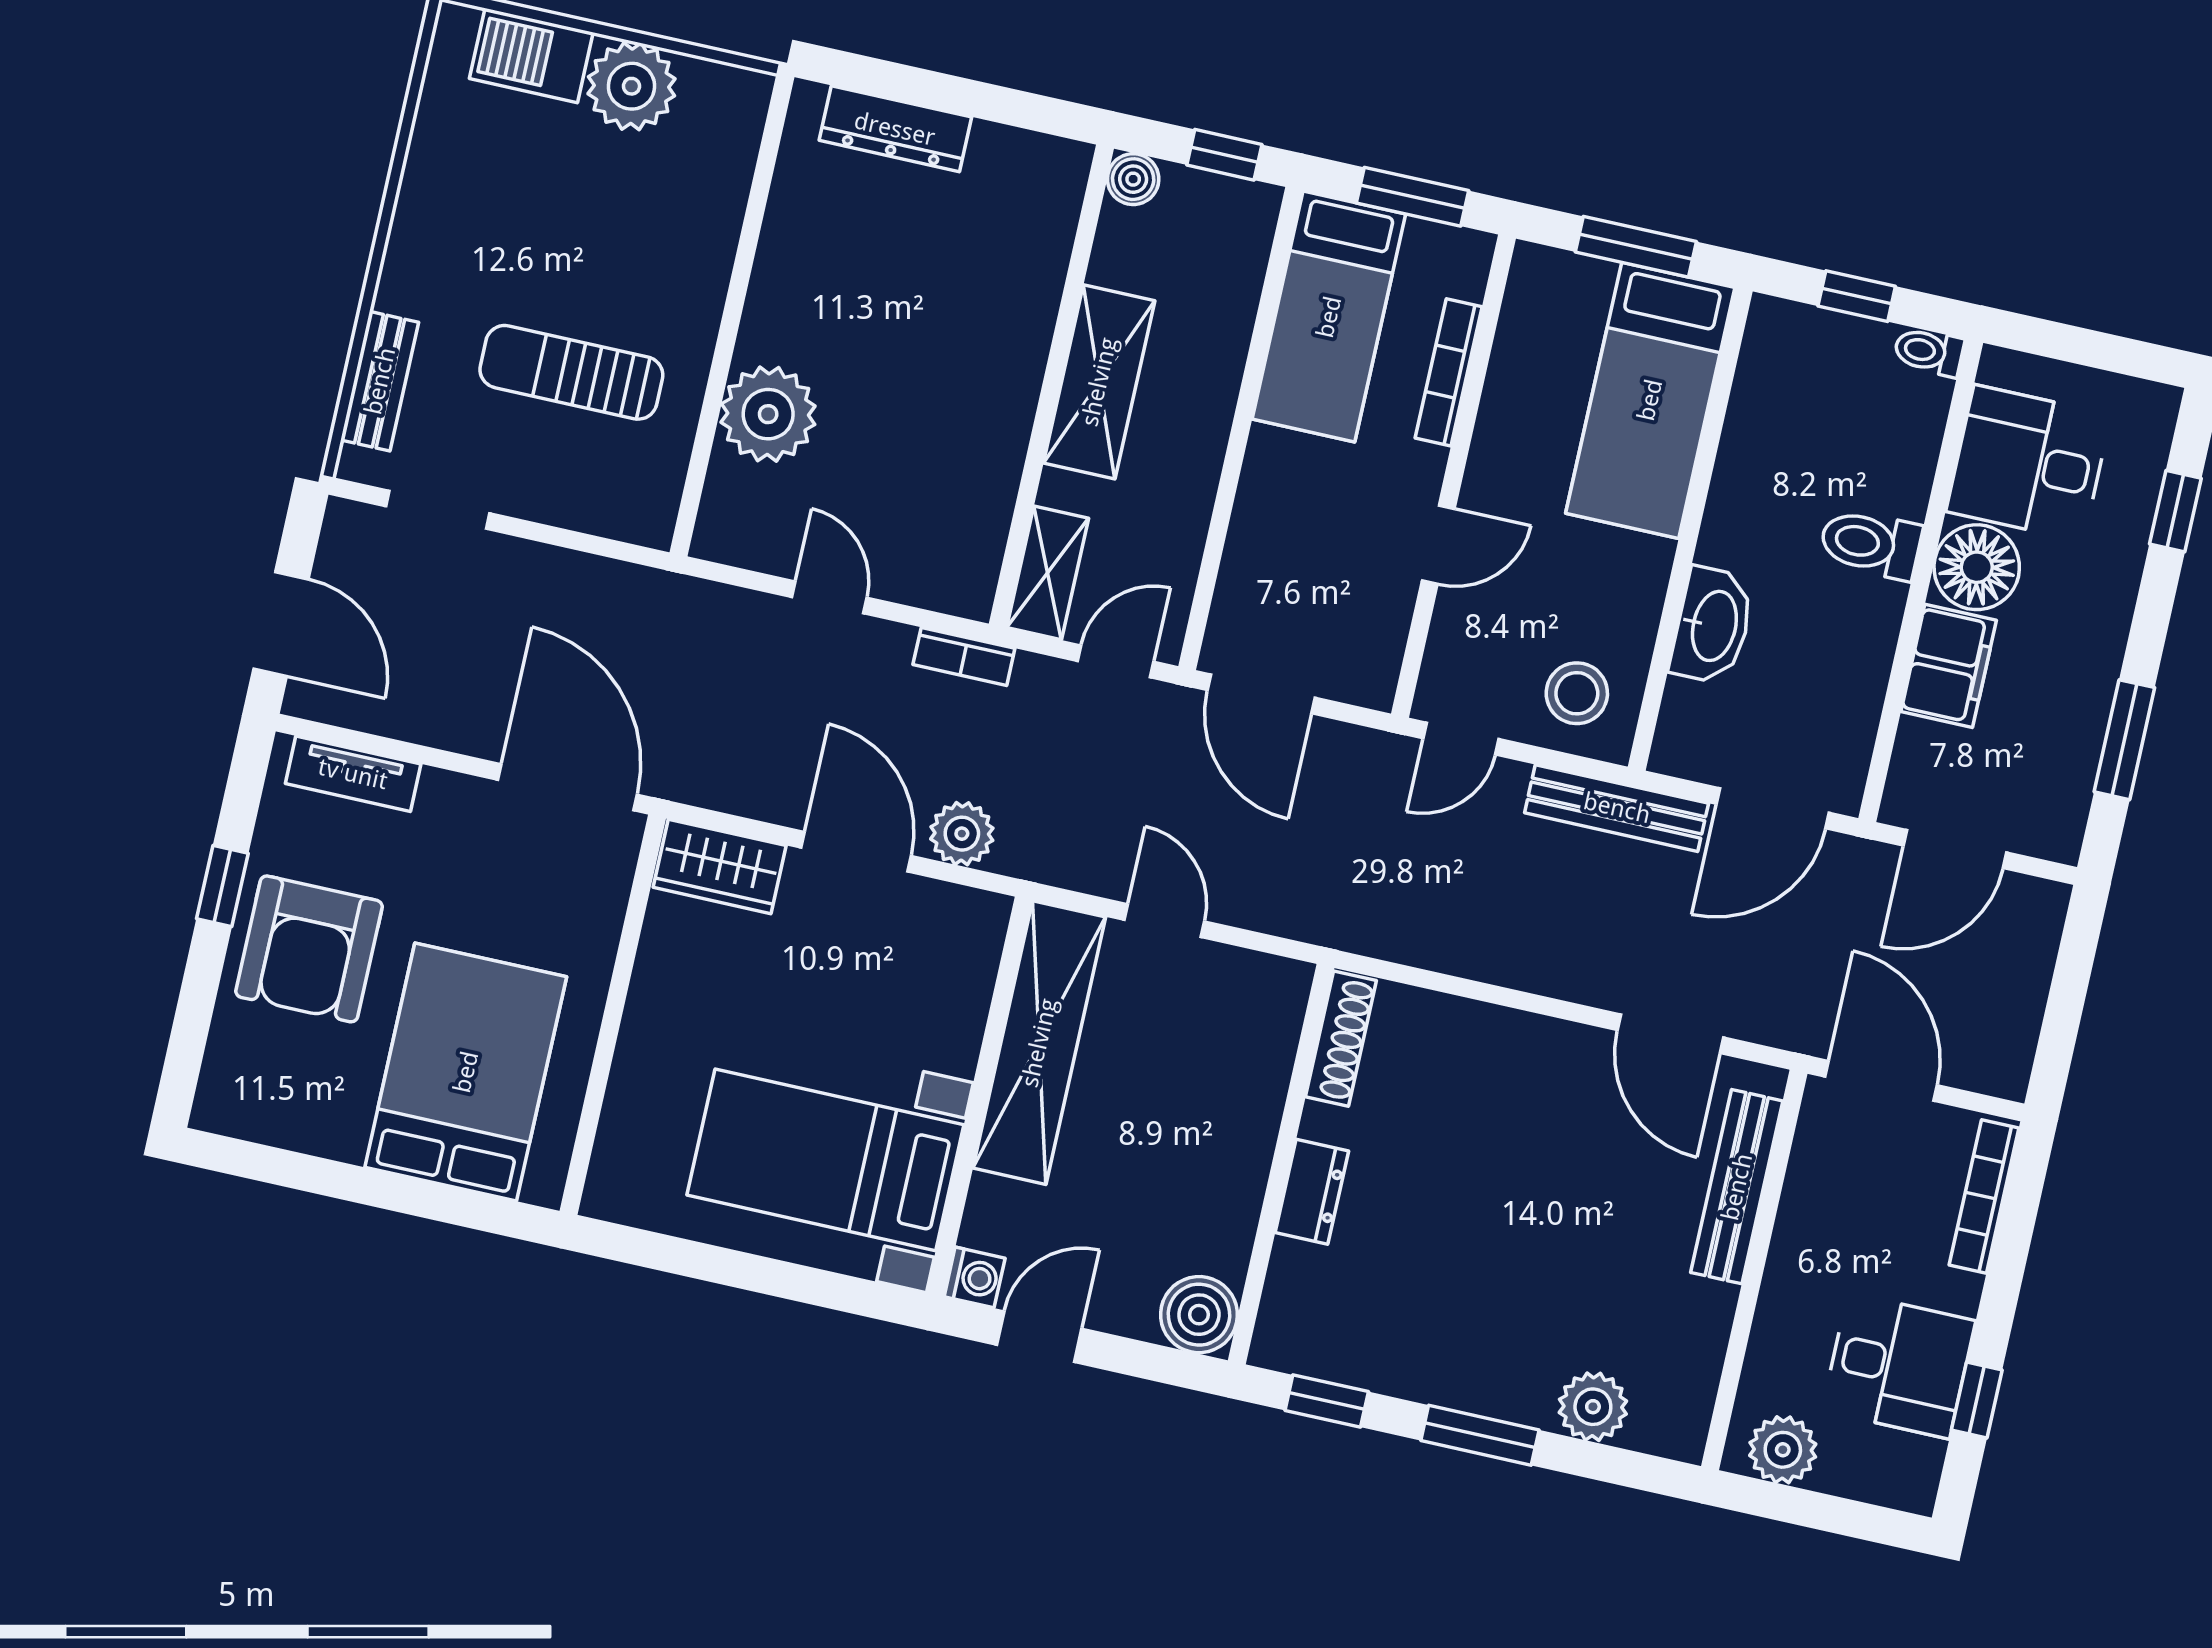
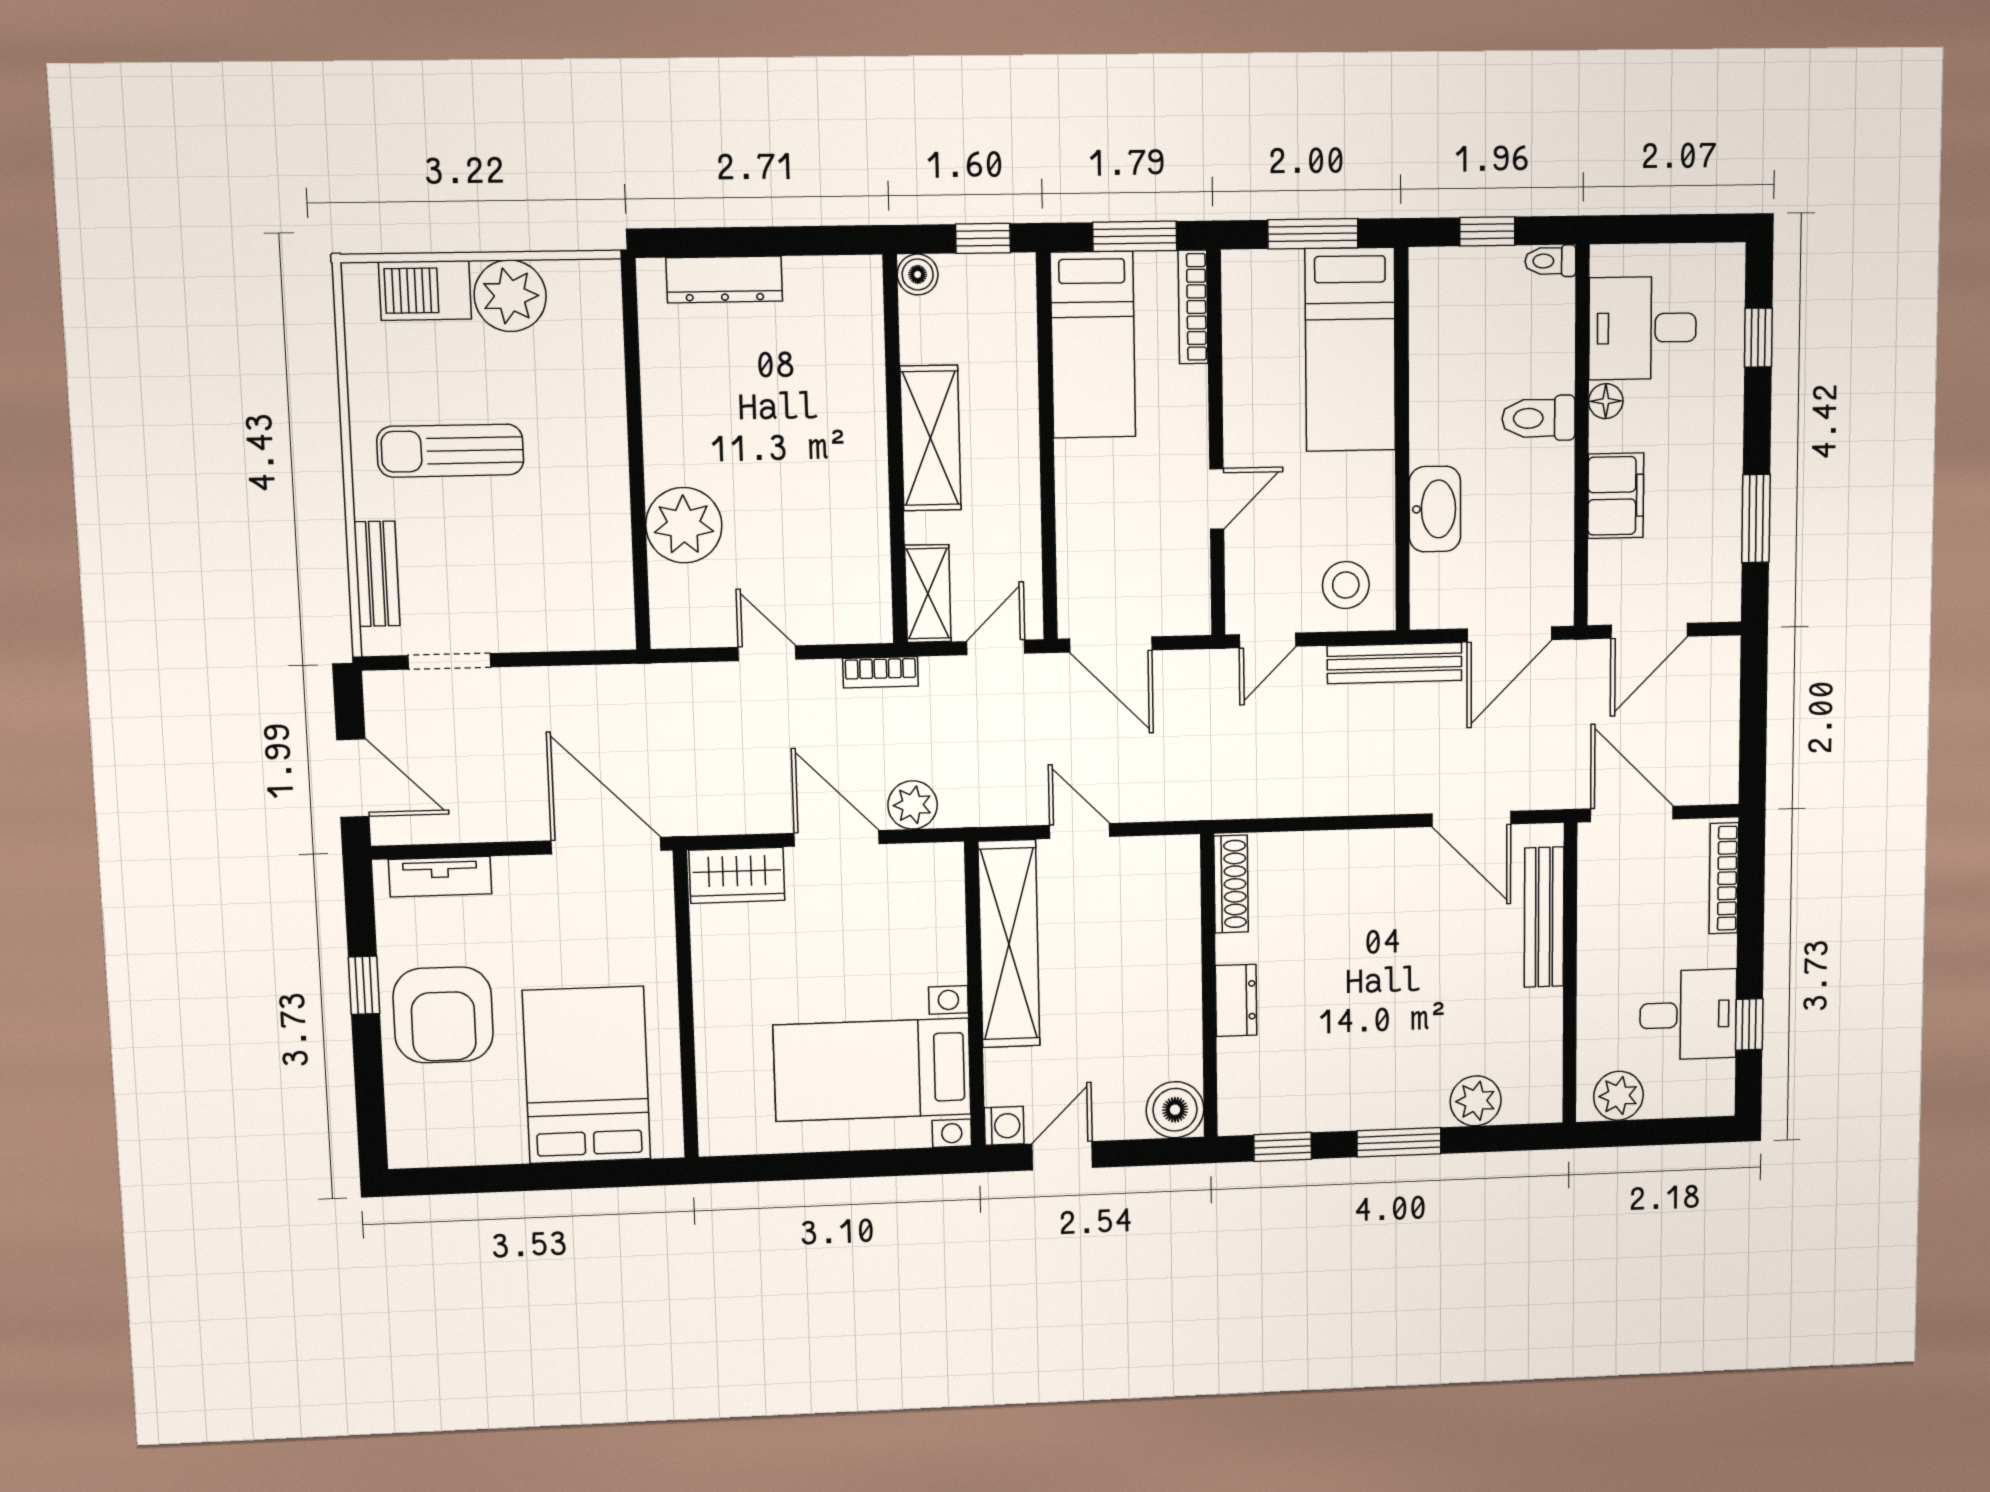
sun lounger: (571, 372) -> (450, 451), moved
bookcase: (1449, 372) -> (1193, 307), moved
floor lamp: (1977, 567) -> (1606, 401), width x0.53, depth x0.53

